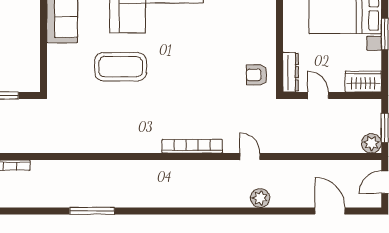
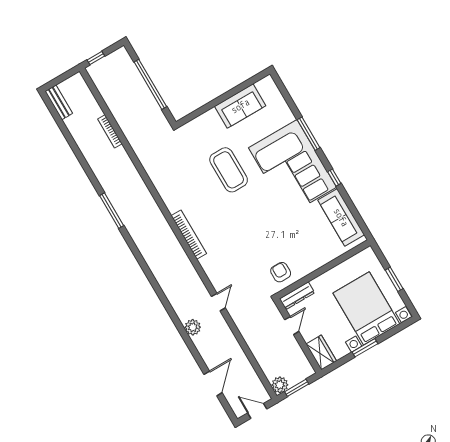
bookcase: (192, 146) -> (189, 235), moved

